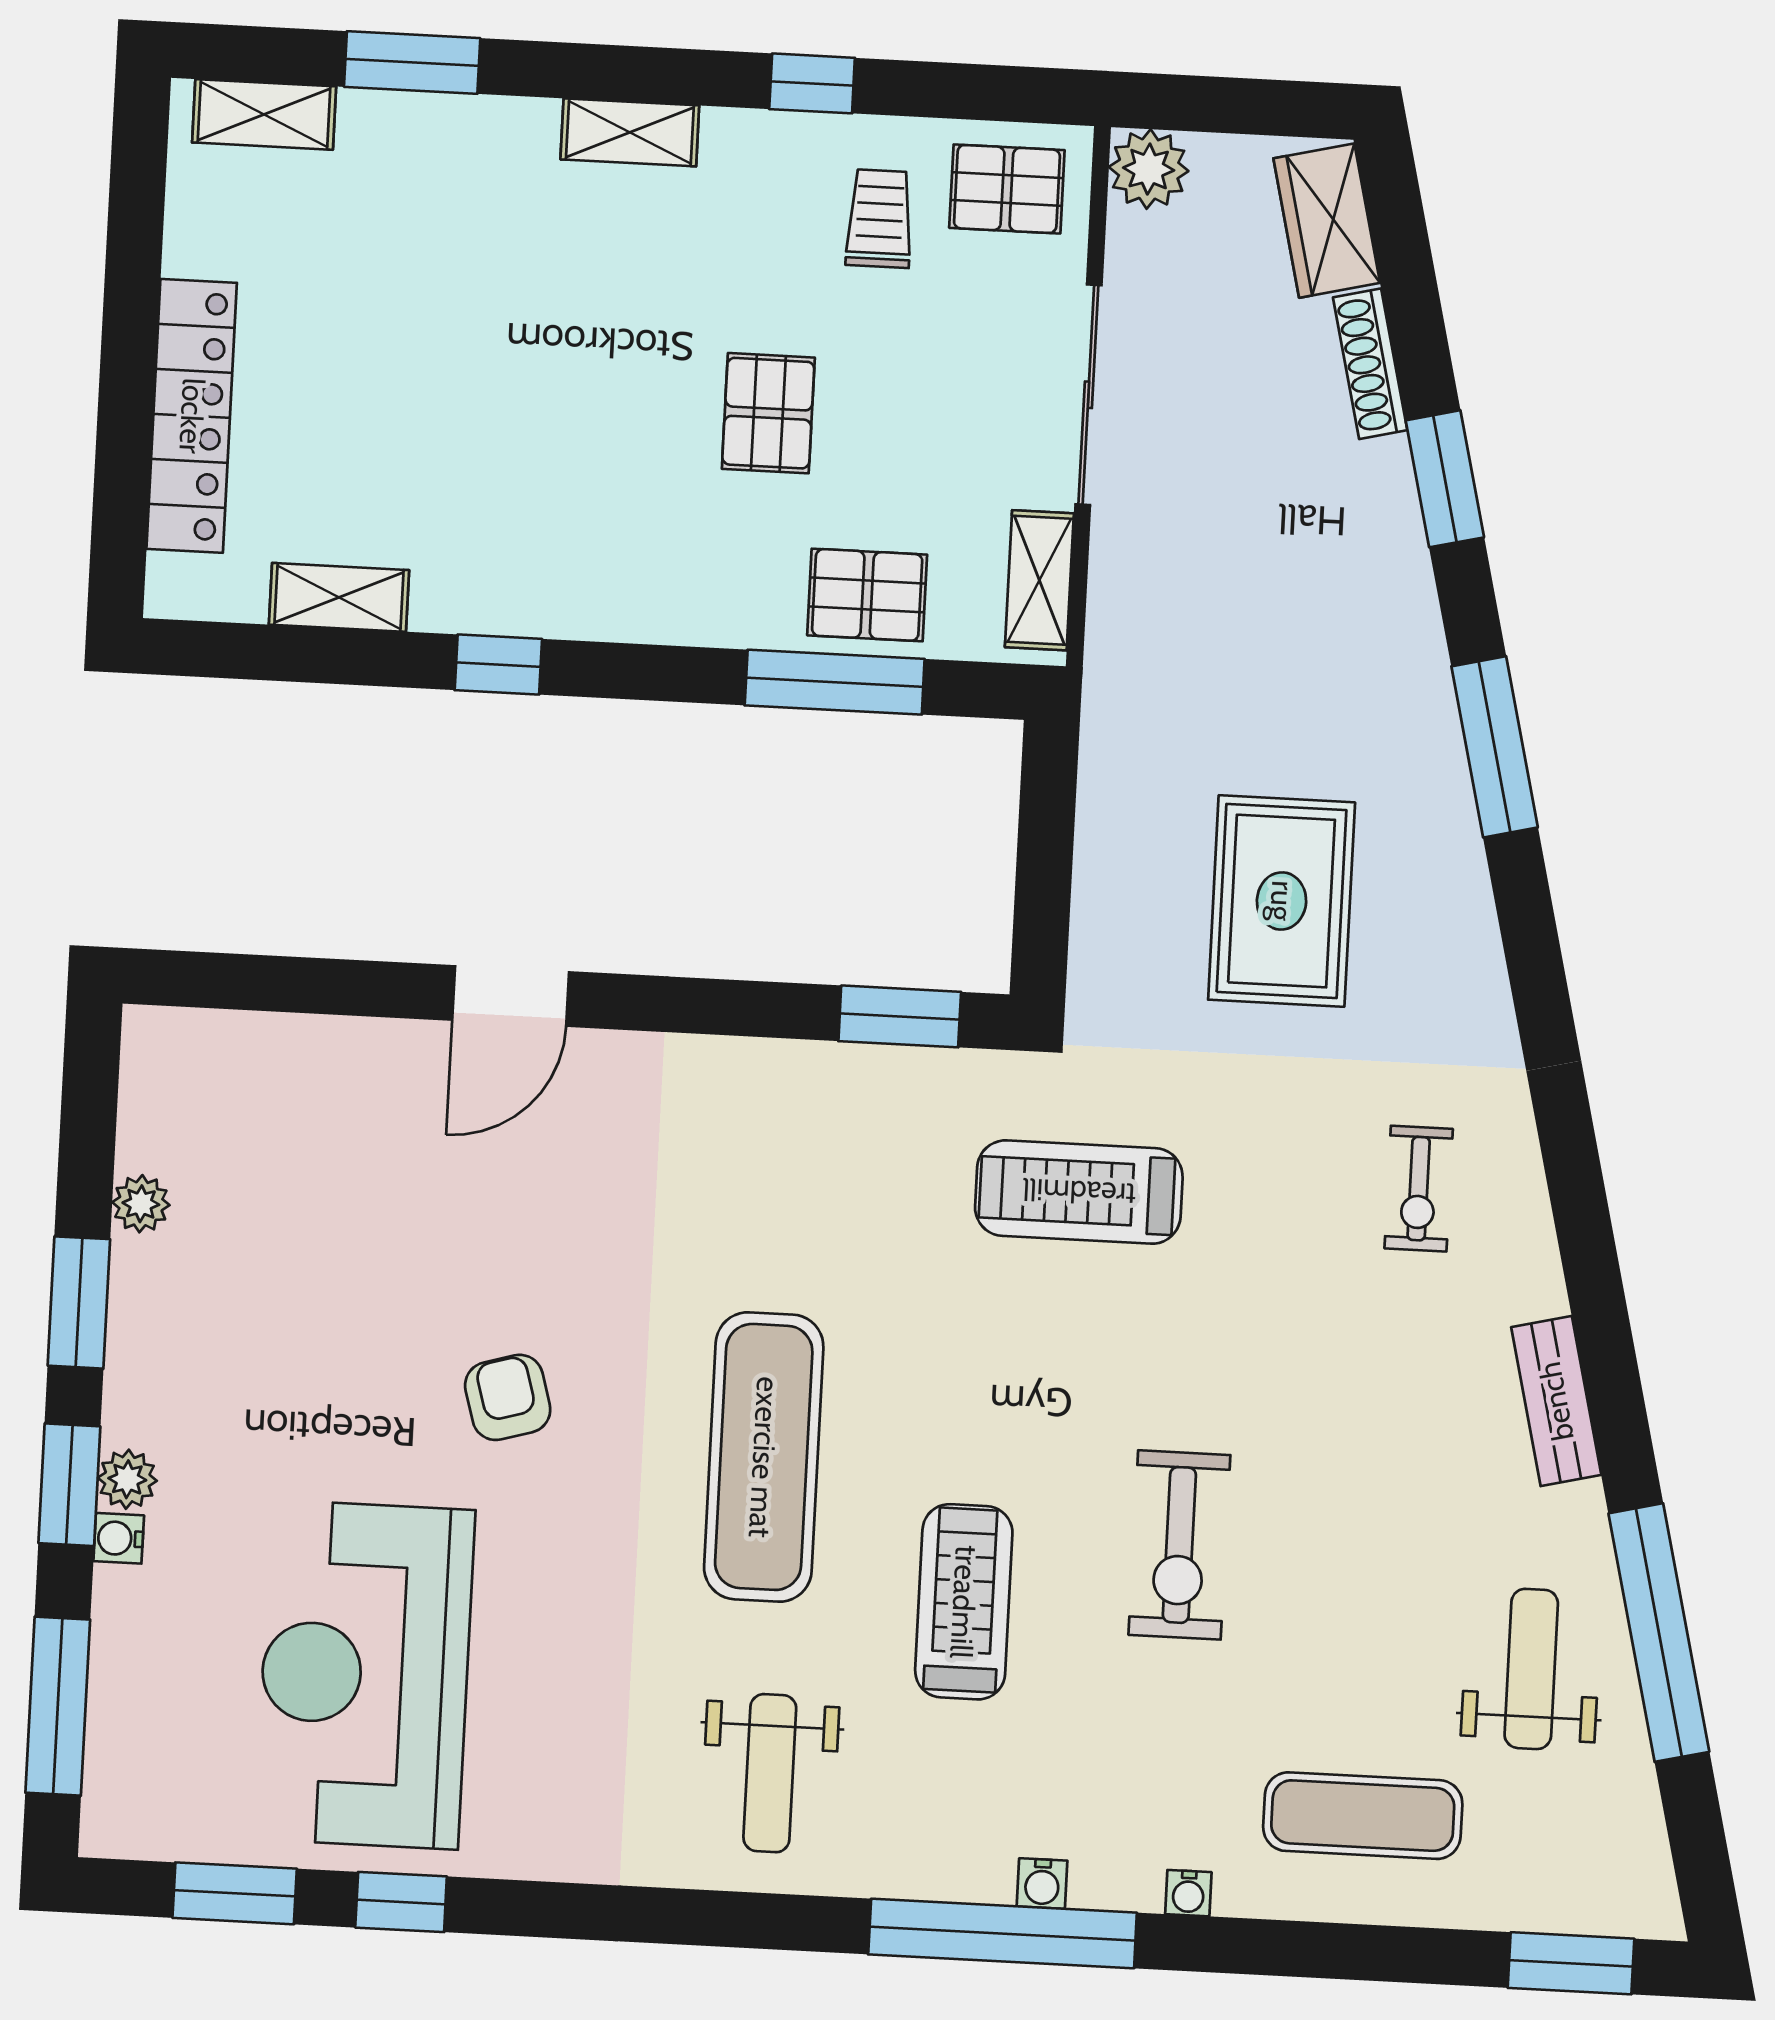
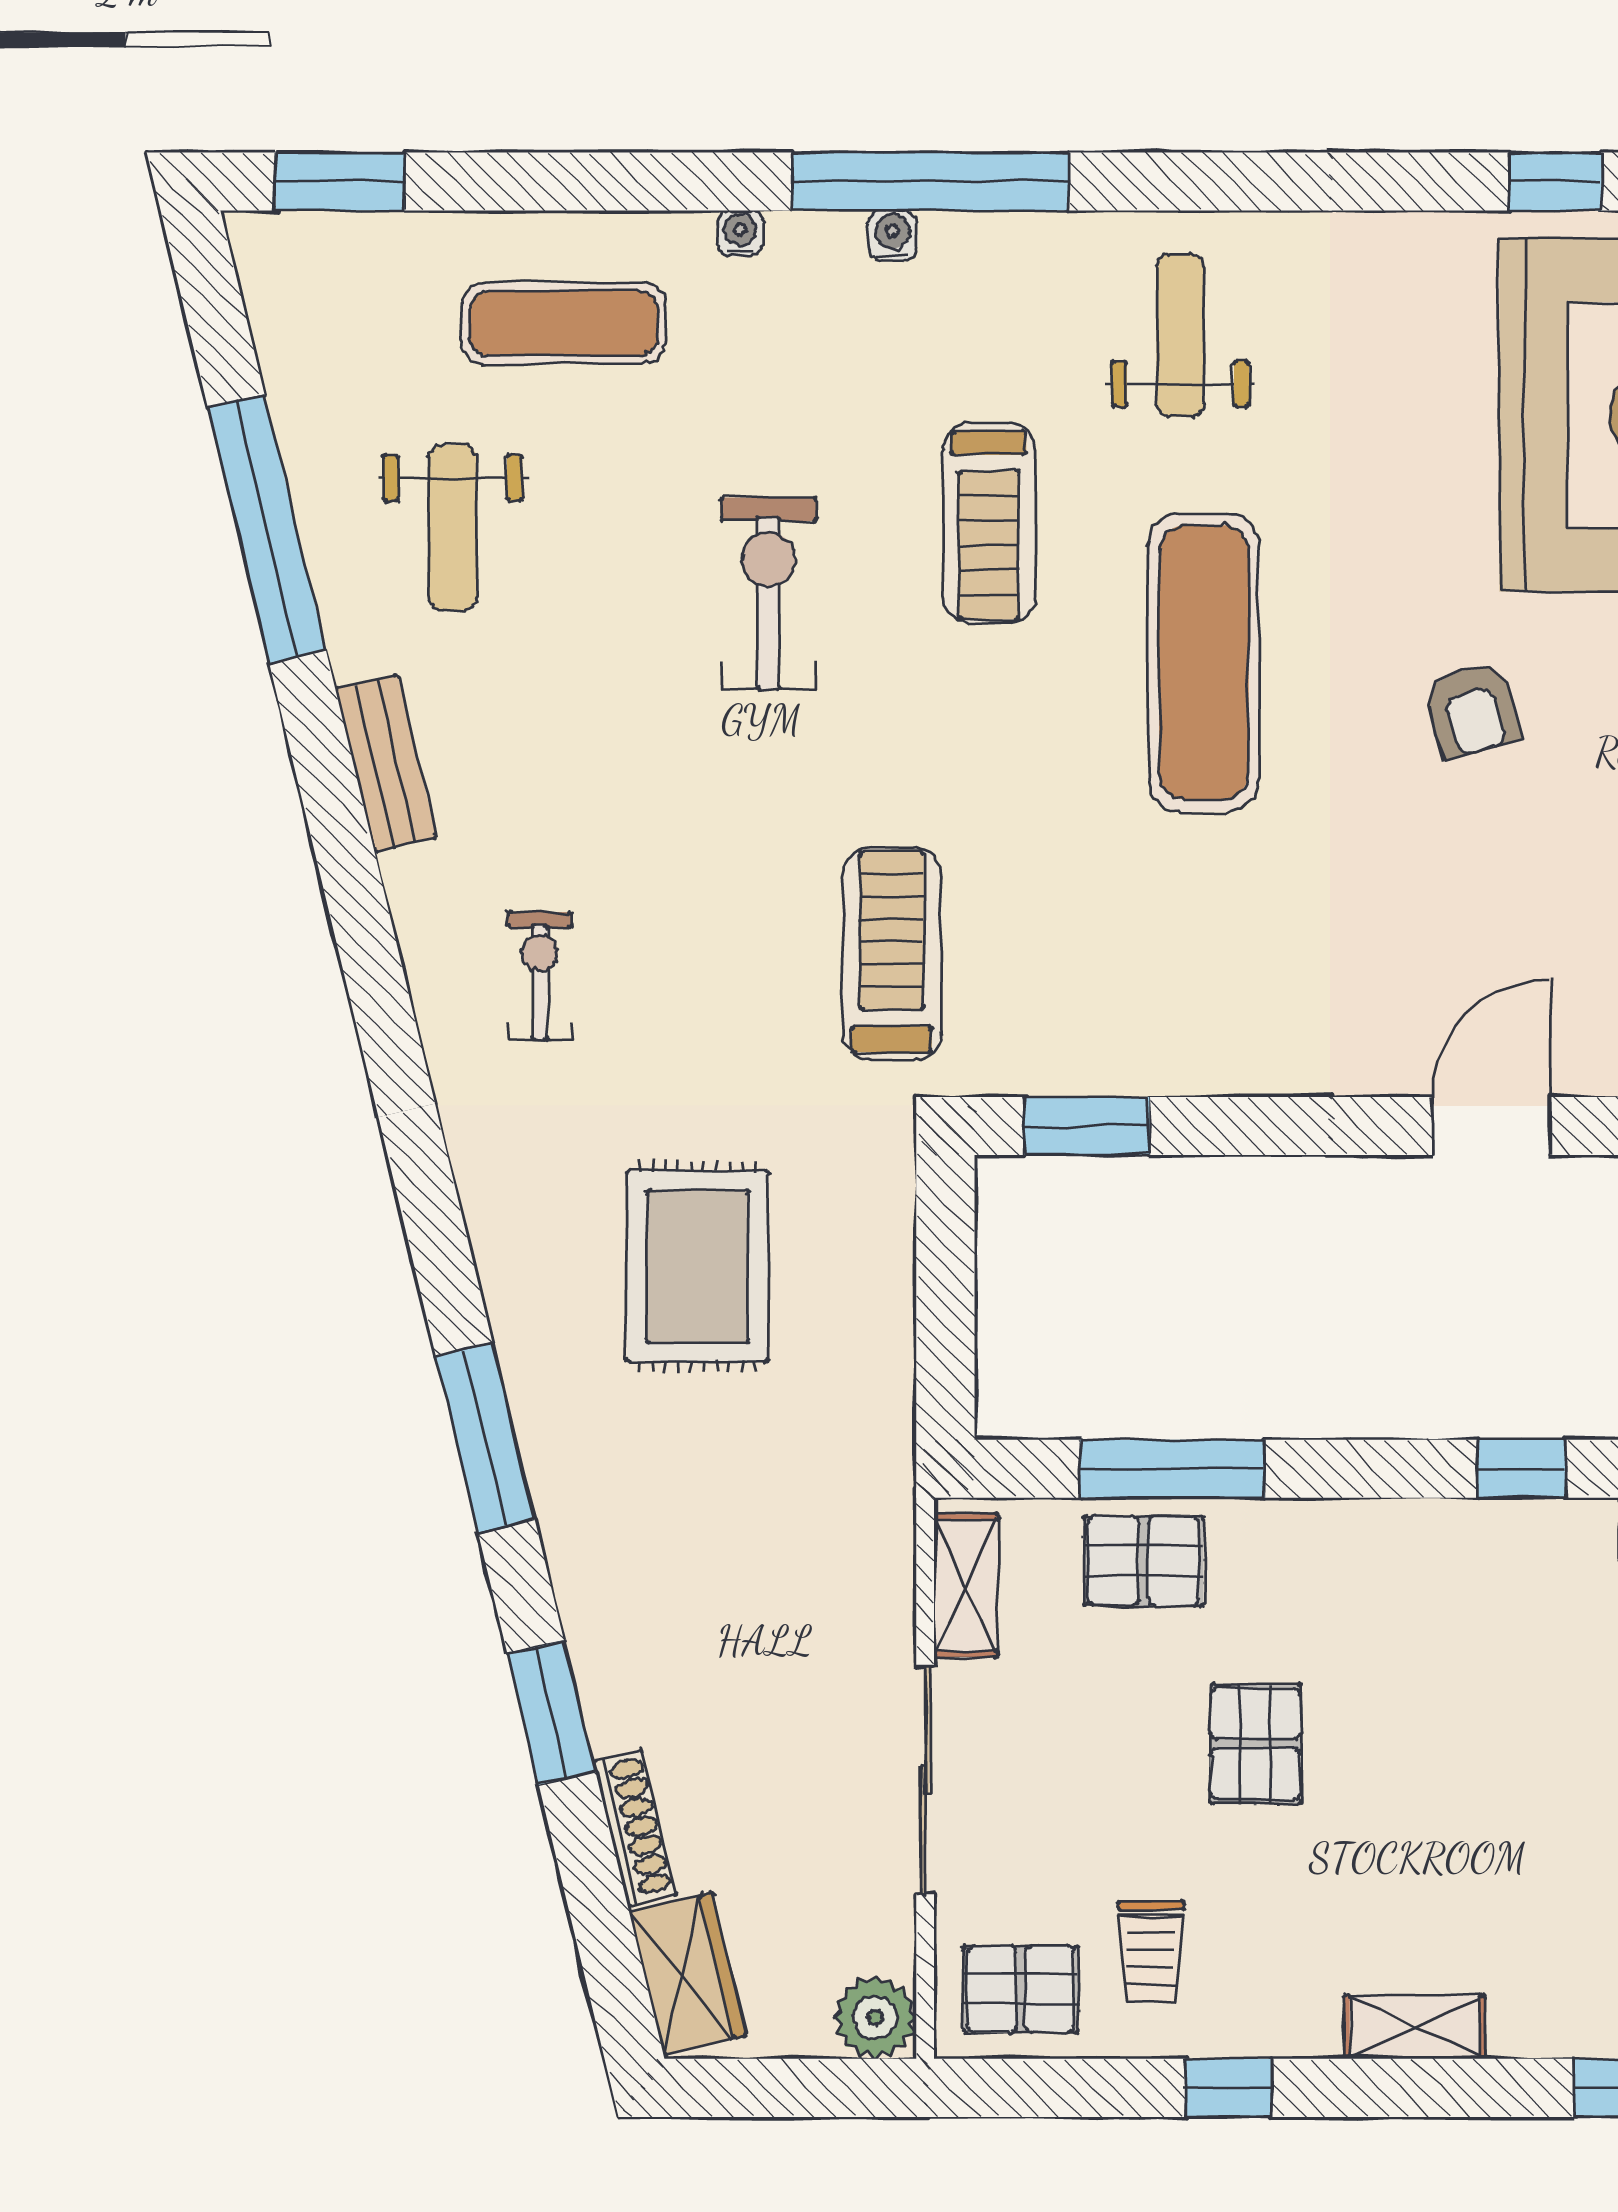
treadmill: (1079, 1192) -> (892, 954), turned -90
weight bench: (1531, 1669) -> (453, 527), moved

